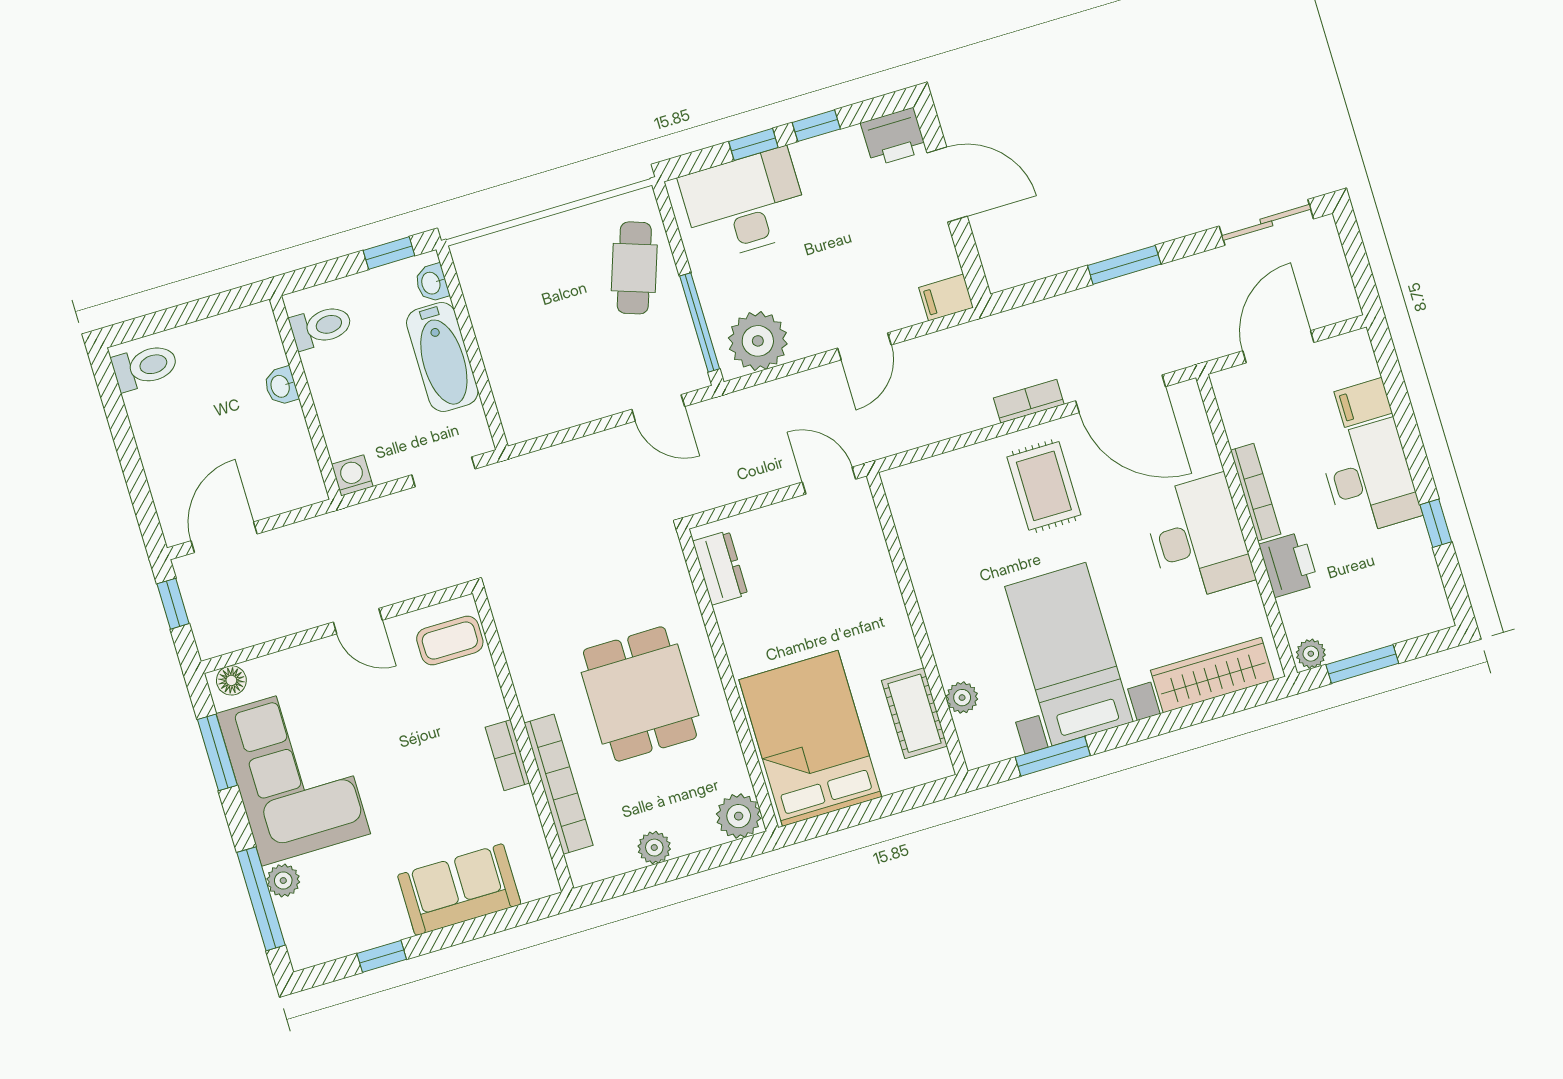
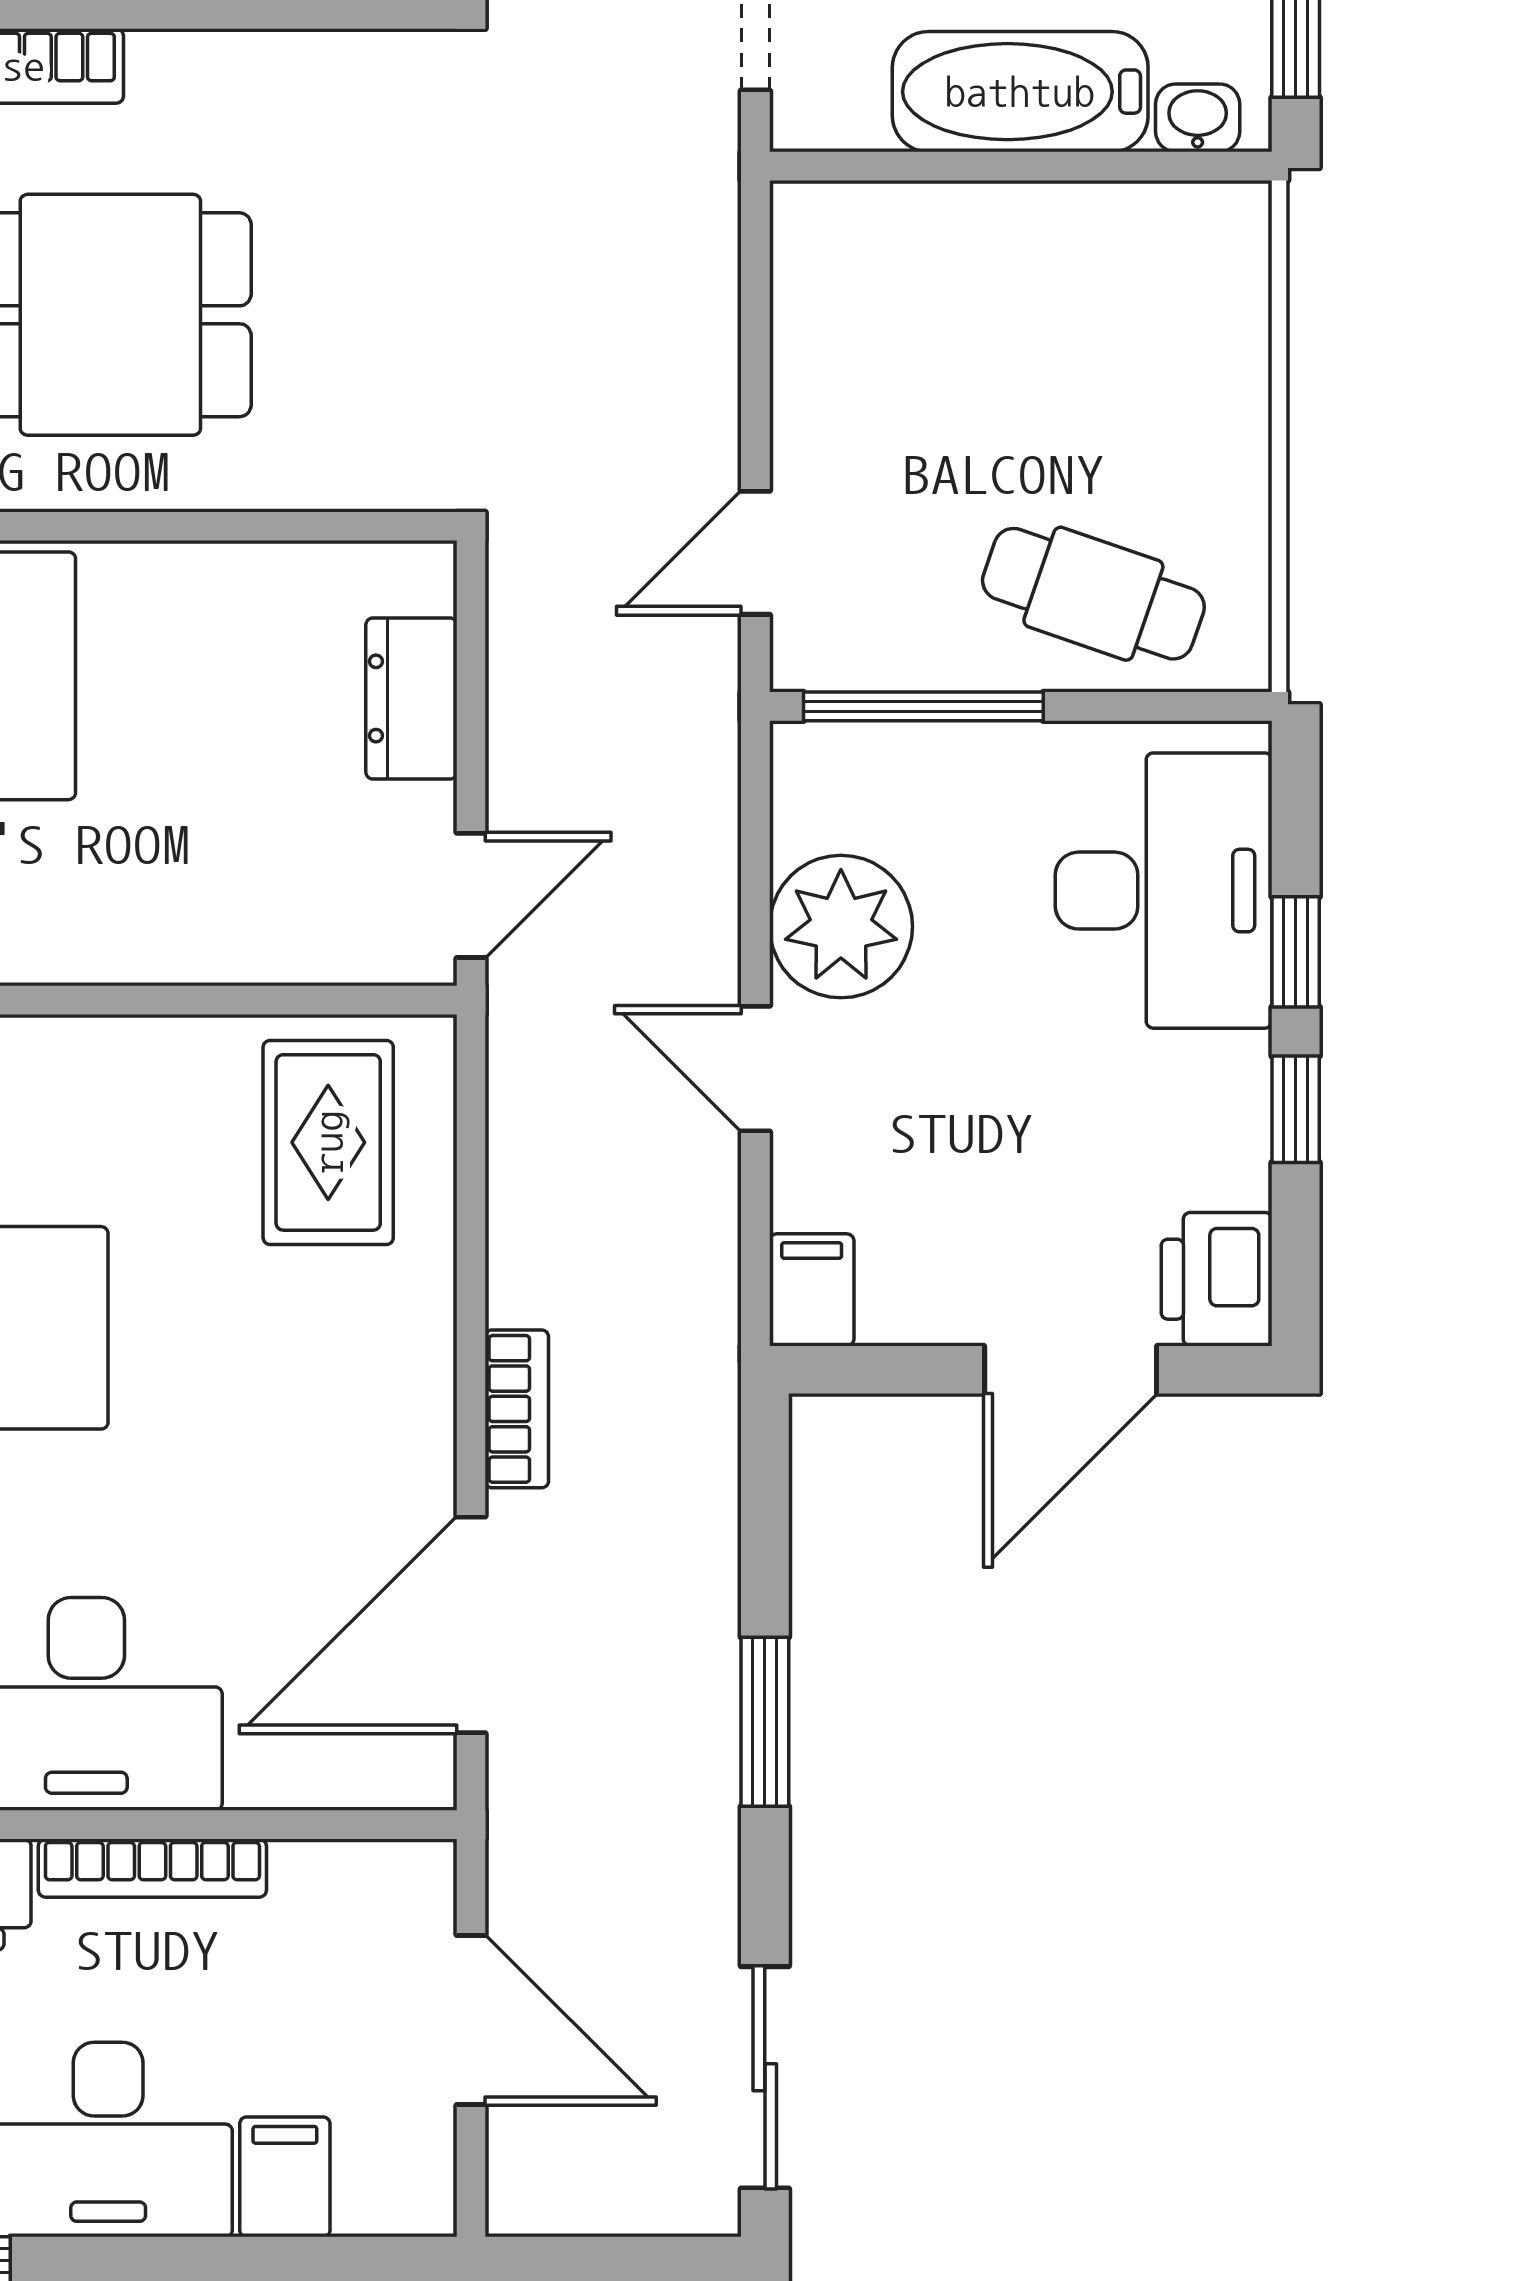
plant: (758, 341) -> (841, 927), moved
rug: (1044, 486) -> (328, 1142), moved, turned 90
dresser: (720, 568) -> (411, 698), moved, turned 90

